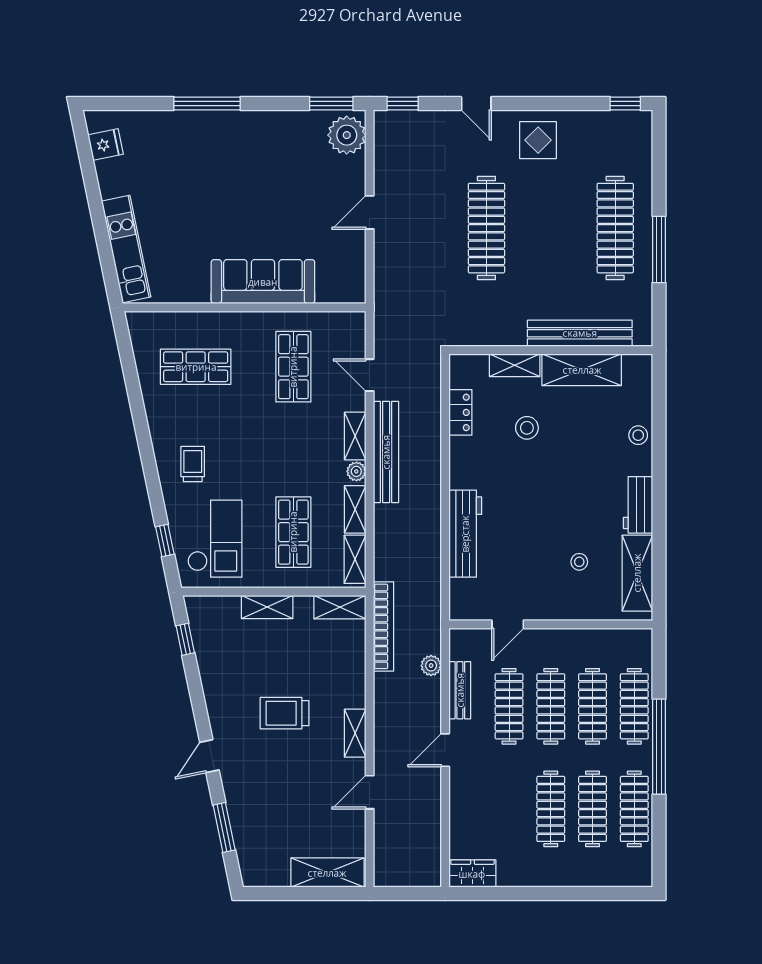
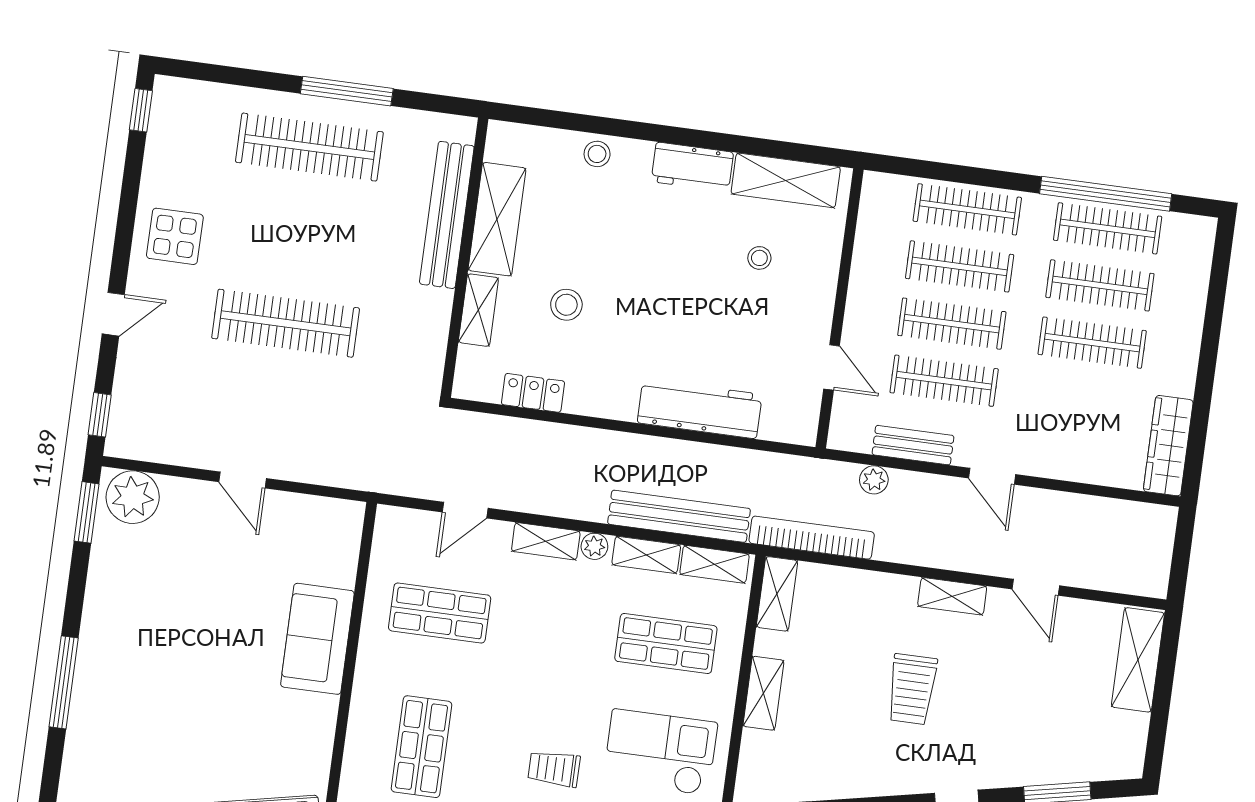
sofa: (263, 282) -> (317, 639), width x0.73
bench: (386, 452) -> (679, 516), moved
window: (659, 747) -> (1106, 194), moved
wardrobe: (472, 874) -> (1168, 446), width x1.50

